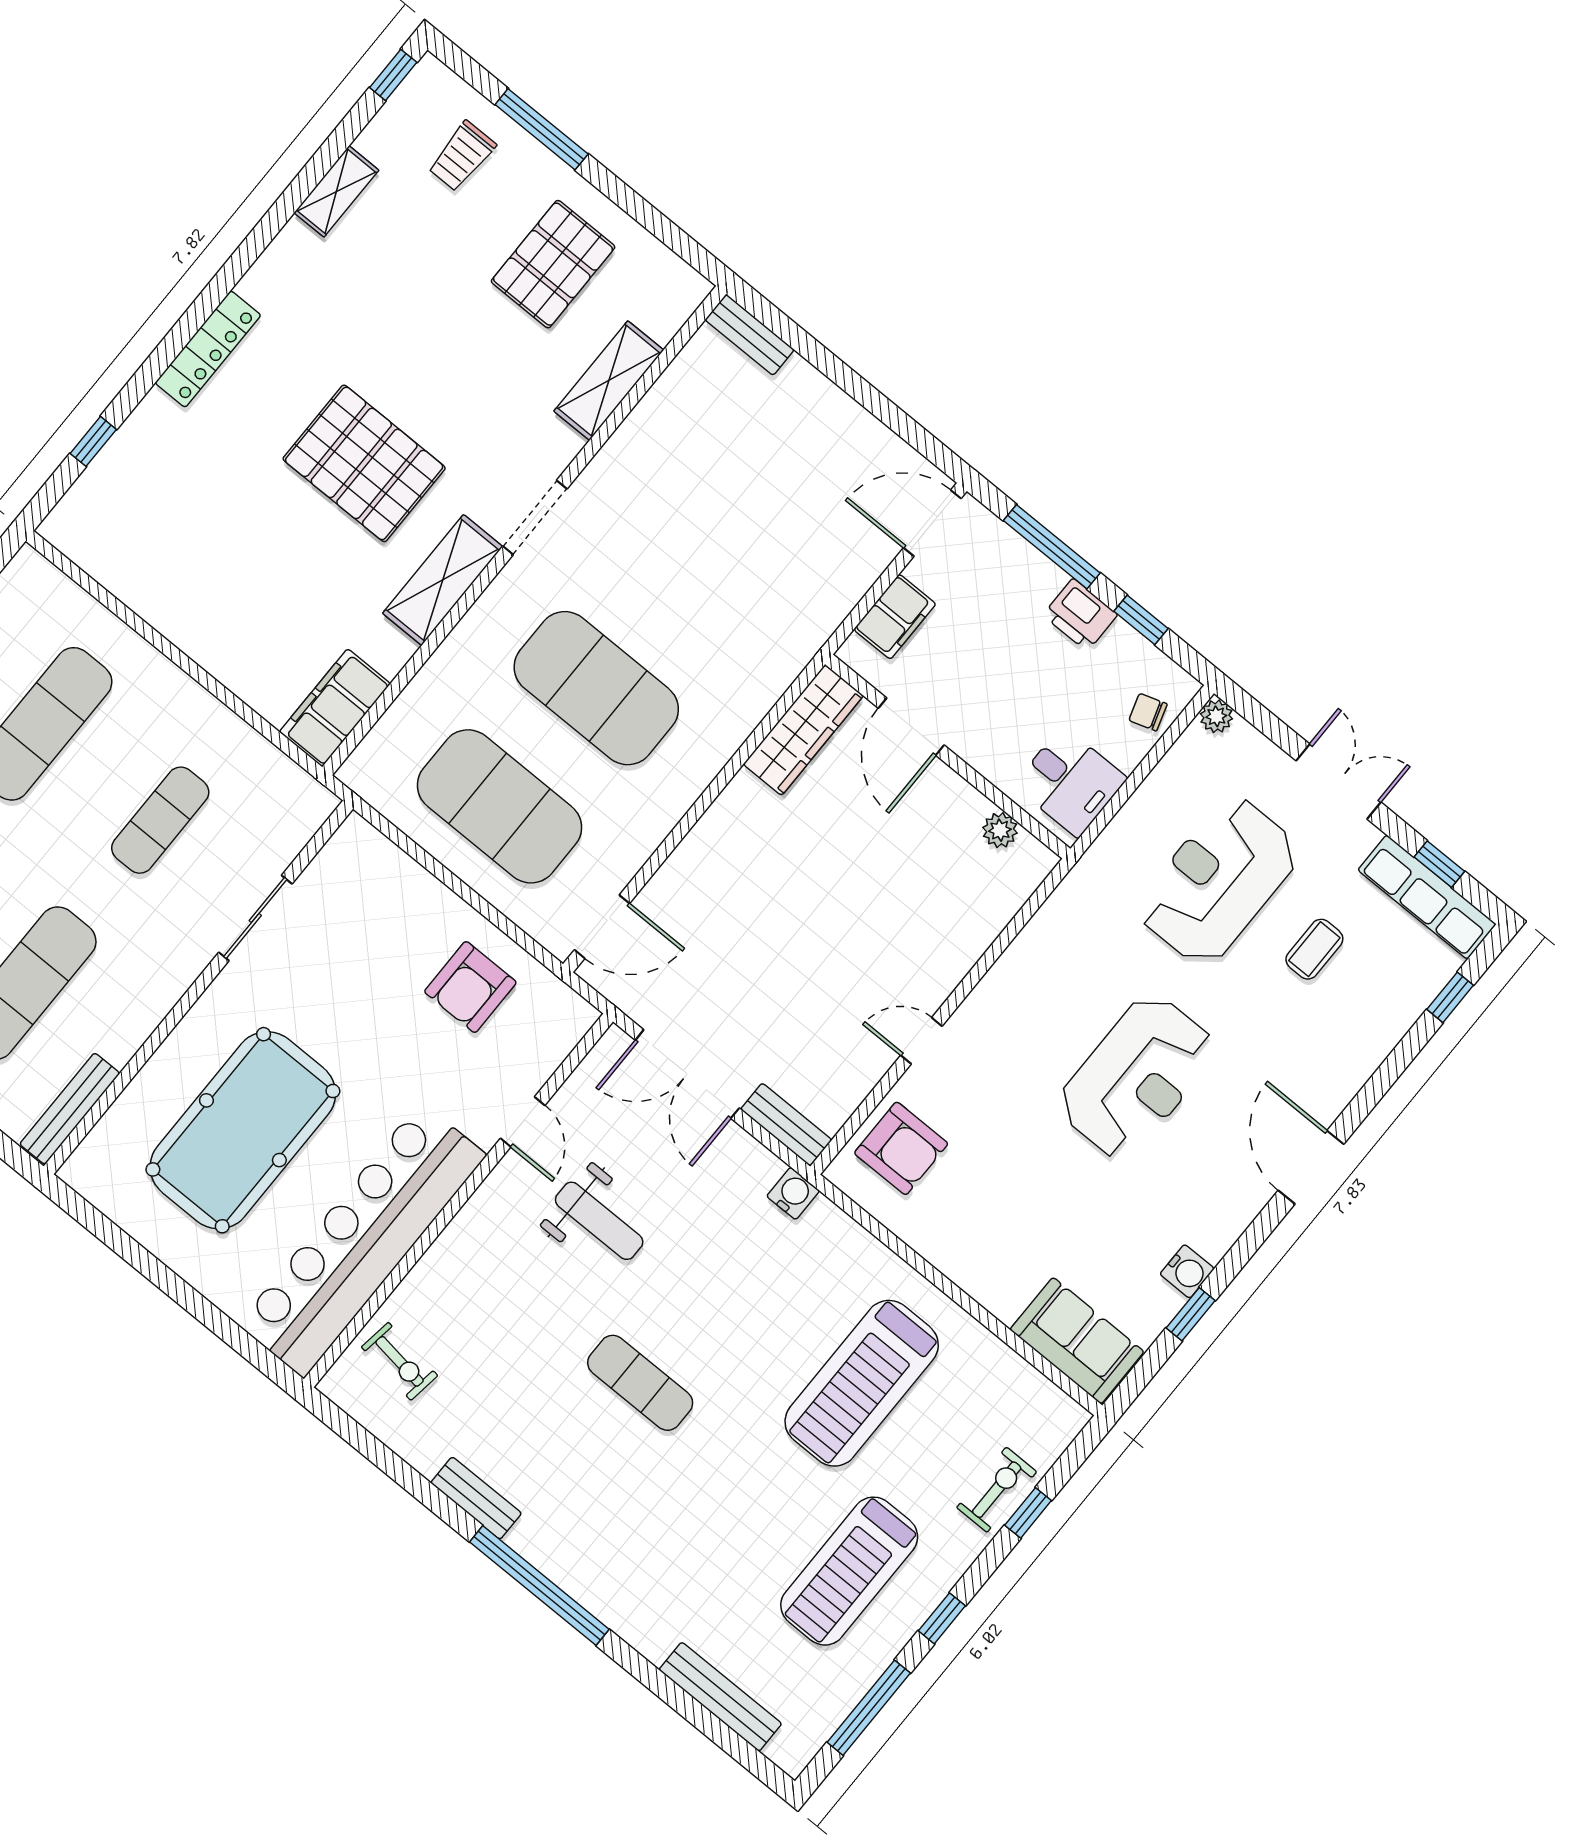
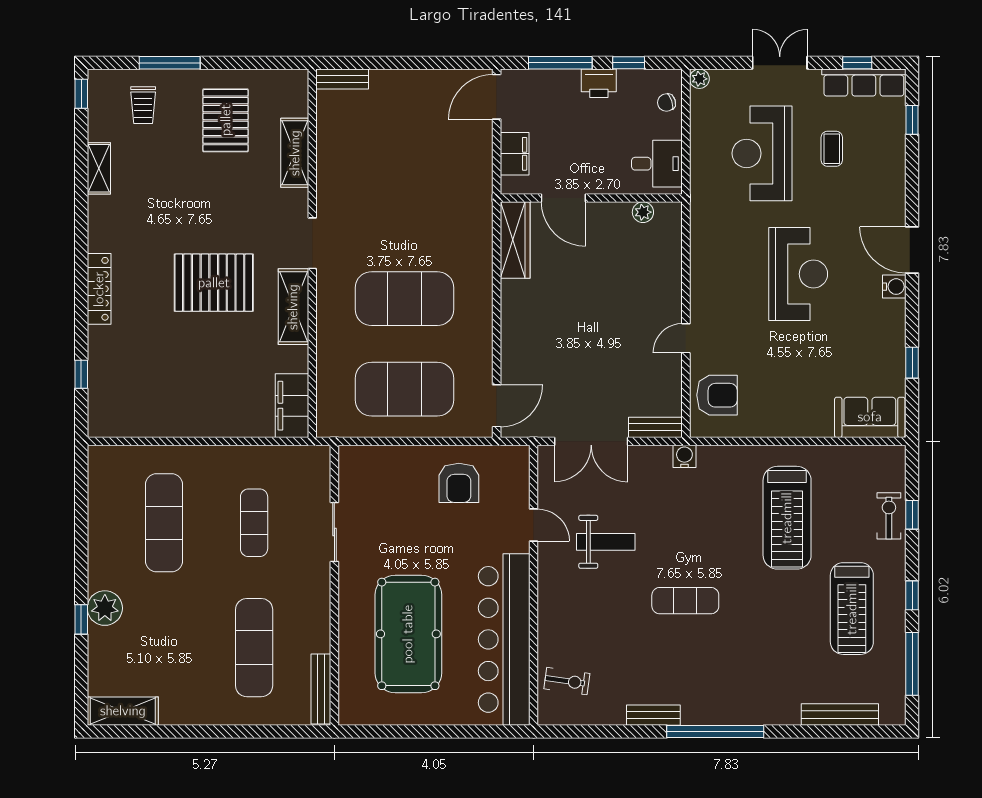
water cooler: (1187, 1271) -> (894, 287), moved

